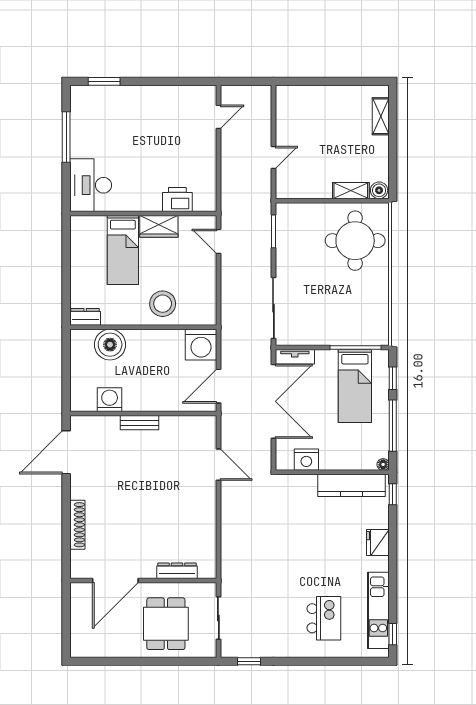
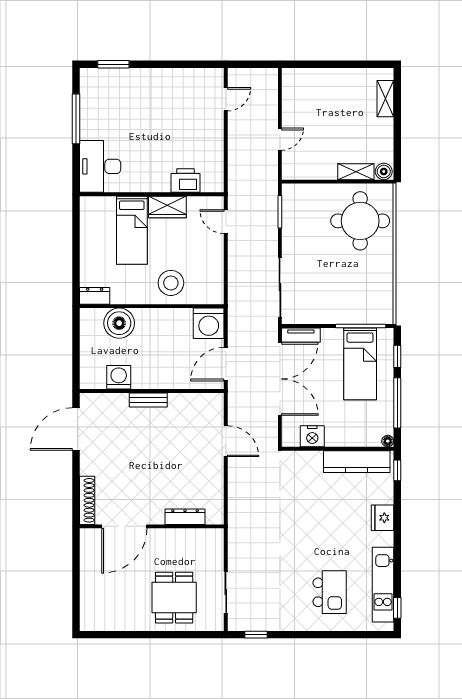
dresser: (177, 571) -> (185, 517), moved
door: (115, 581) -> (124, 526), moved
wall: (143, 581) -> (152, 526), moved

